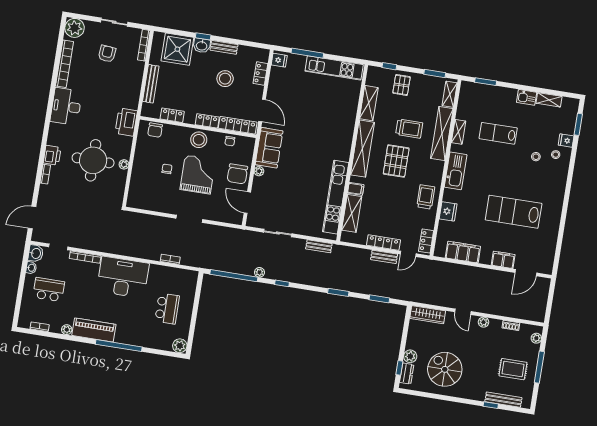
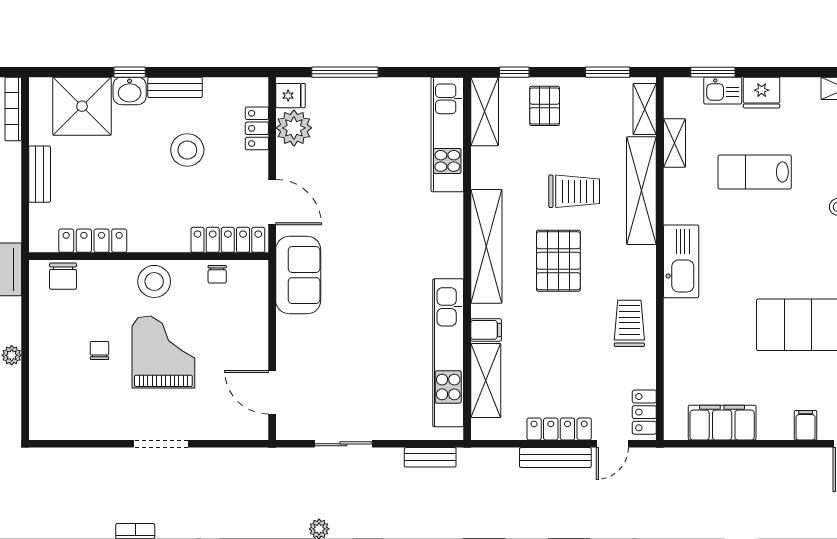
kitchen unit: (334, 68) -> (447, 134), moved, turned 90
bench: (151, 84) -> (40, 174), width x0.73
kitchen sink: (527, 97) -> (723, 91), moved
shelving: (369, 103) -> (485, 111), moved
locker: (172, 115) -> (93, 241), width x1.53
locker: (207, 121) -> (165, 241), removed
shelving: (459, 132) -> (675, 143), moved
plant: (259, 171) -> (294, 128), moved, width x1.88, depth x1.88
chair: (237, 174) -> (243, 338), removed
fridge: (448, 211) -> (762, 93), moved, turned 90
bench: (384, 257) -> (555, 458), width x1.36
filing cabinet: (503, 260) -> (806, 425), width x0.50

